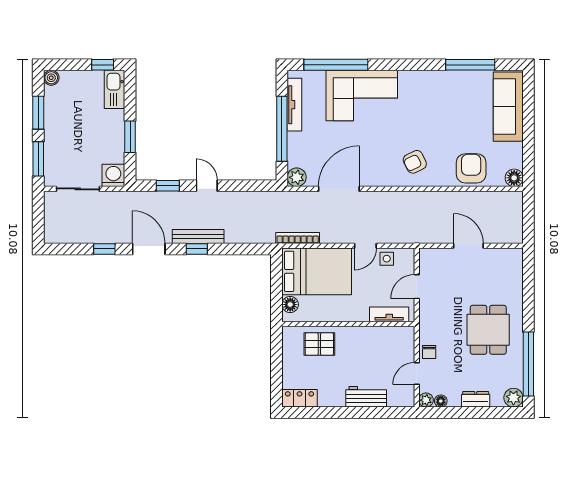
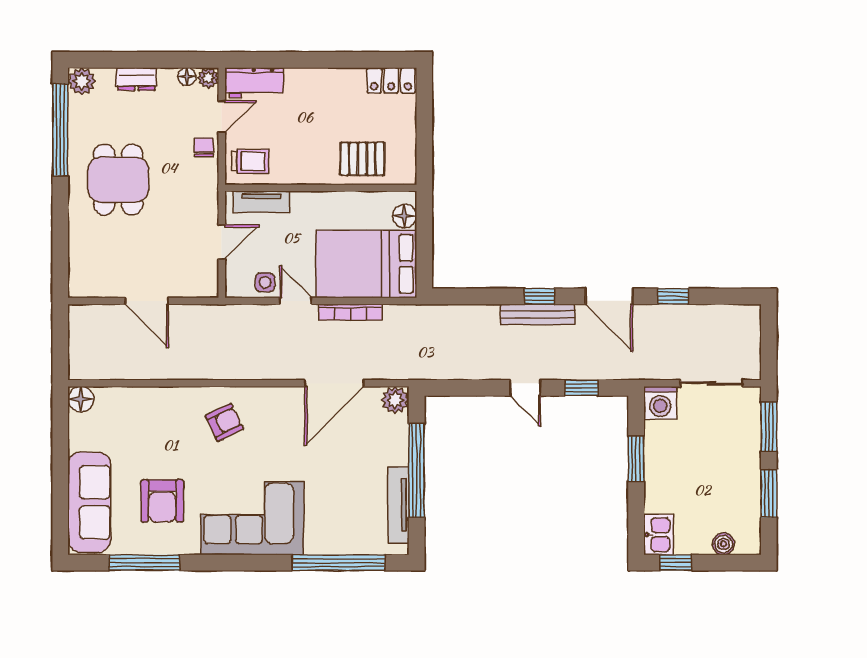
boiler: (51, 78) -> (723, 544), moved
kitchen sink: (115, 89) -> (658, 535), width x0.73
corner sofa: (362, 96) -> (252, 518), moved
armchair: (471, 168) -> (162, 501), moved
bookcase: (298, 238) -> (350, 312), moved
door: (365, 246) -> (296, 301), hinge flipped
trolley: (397, 342) -> (250, 161), added
workbench: (366, 397) -> (254, 83), moved

